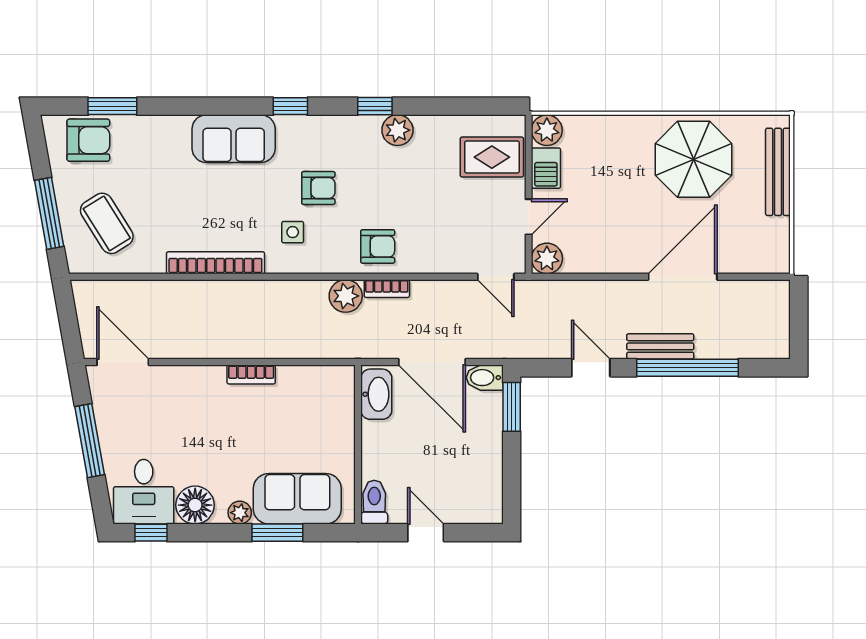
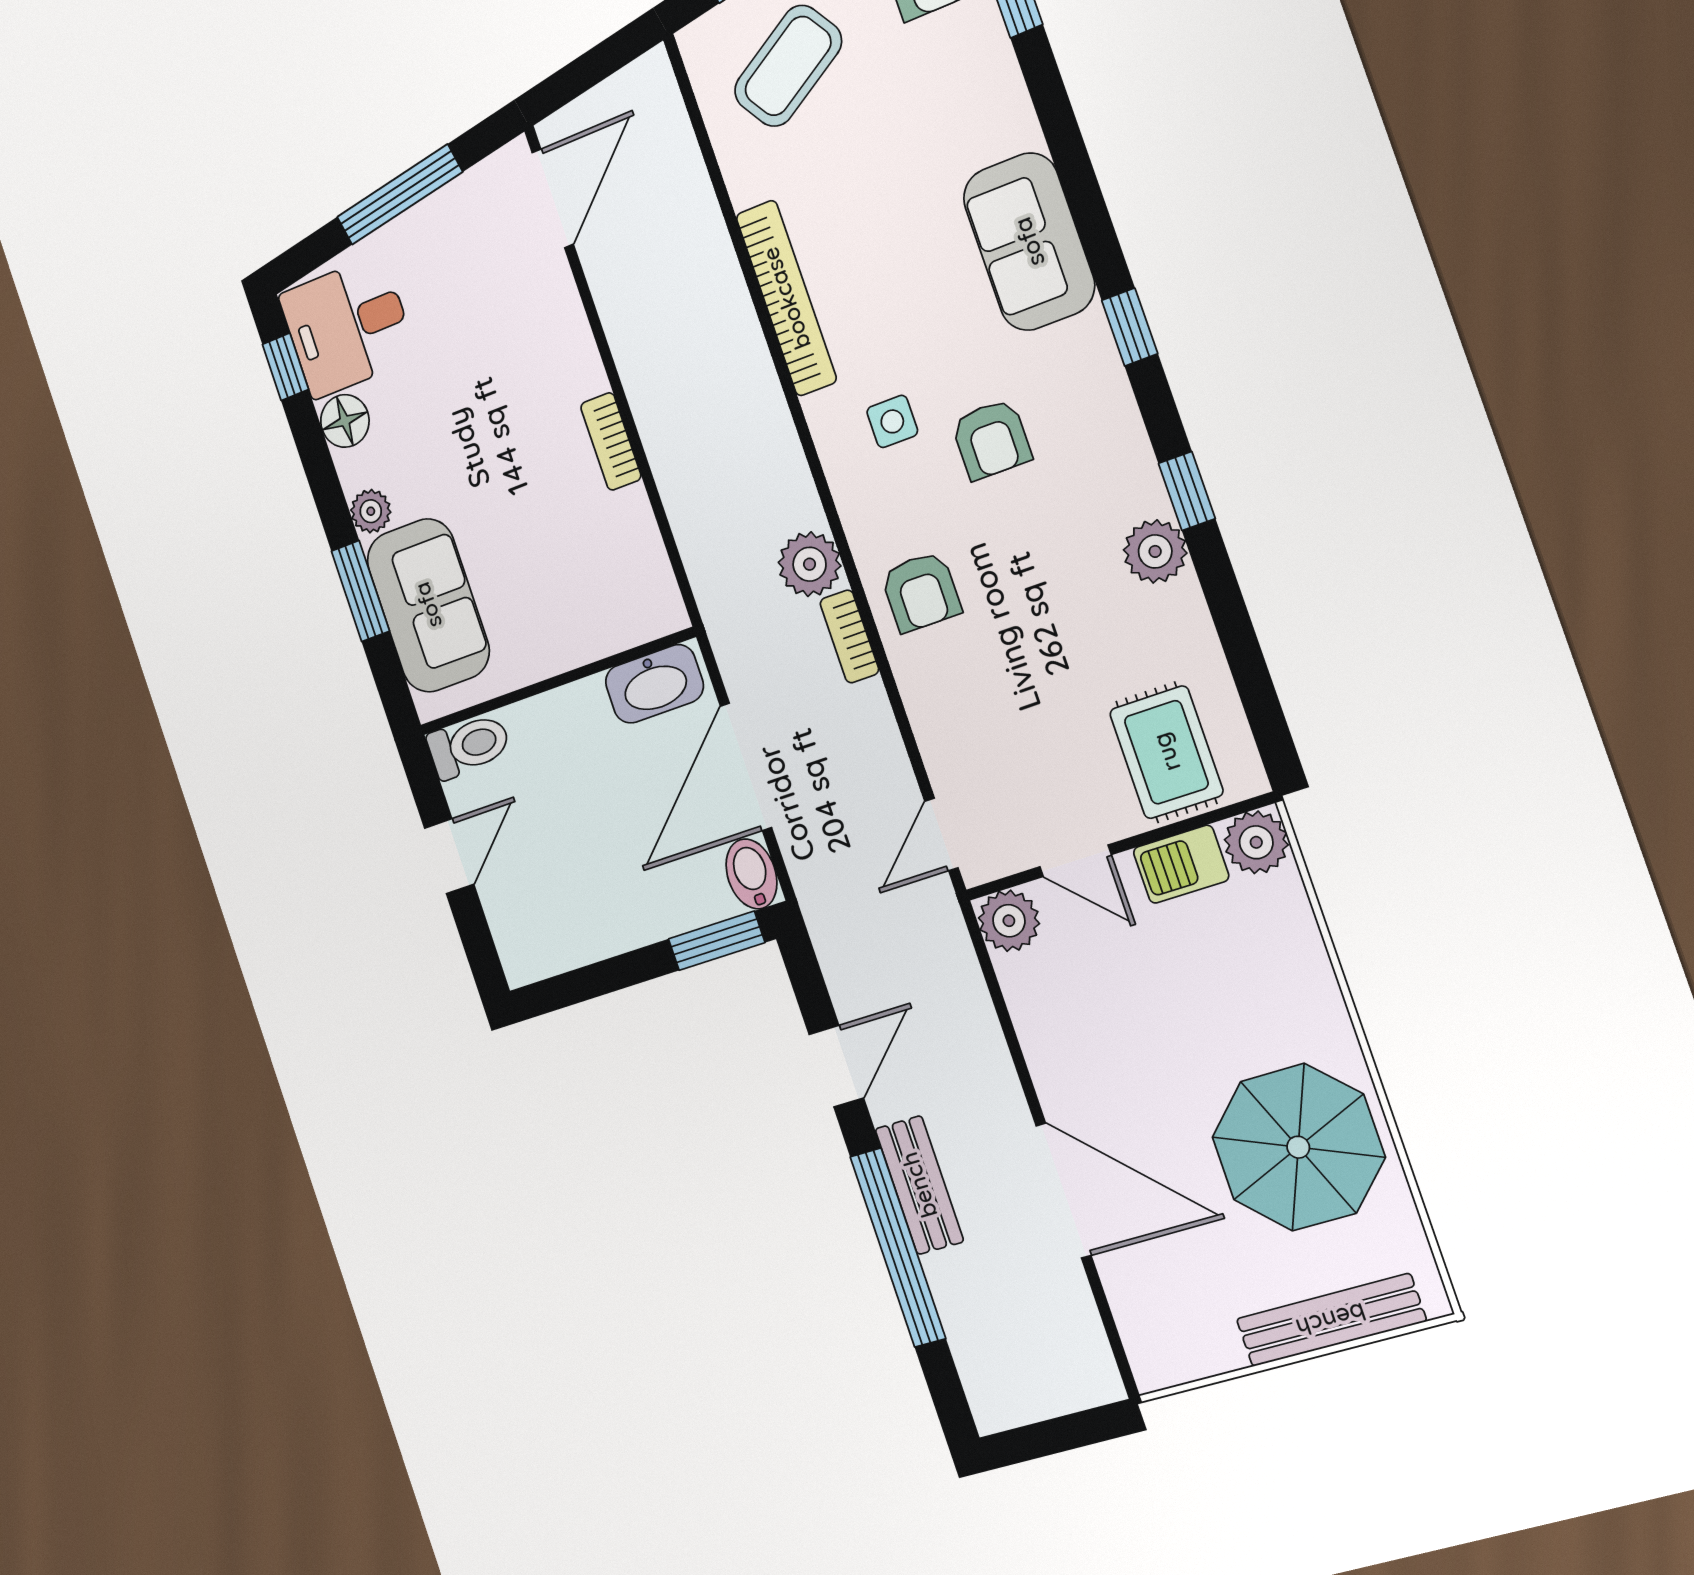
floor lamp: (195, 505) -> (345, 421), width x0.73, depth x0.73

